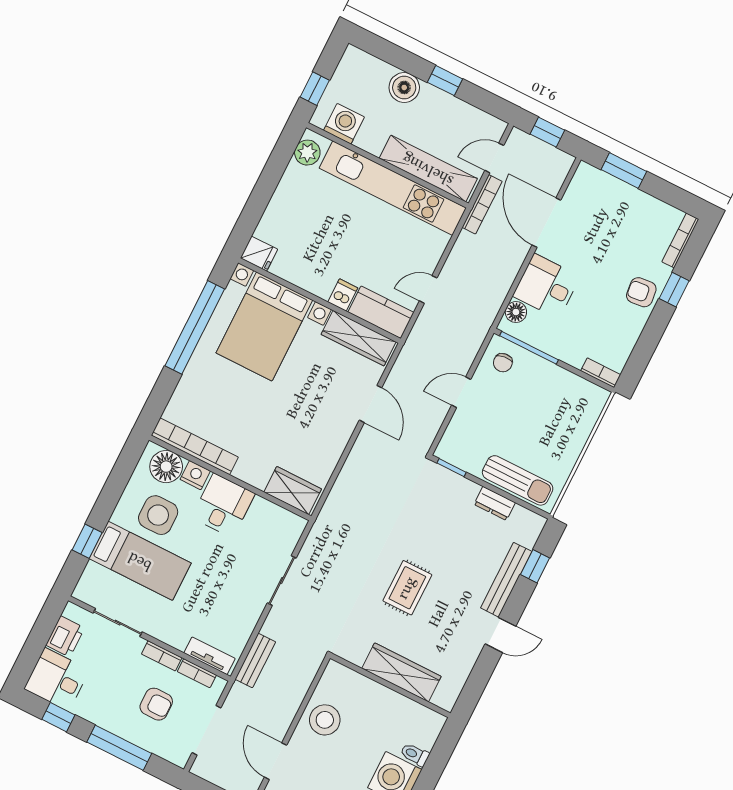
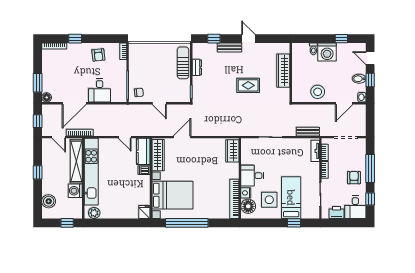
boiler: (404, 87) -> (49, 201), moved
washing machine: (344, 124) -> (75, 191), moved
armchair: (641, 292) -> (98, 55), moved
floor lamp: (516, 312) -> (47, 97), moved
bench: (506, 580) -> (229, 47), width x0.73
armchair: (156, 704) -> (354, 178), moved

